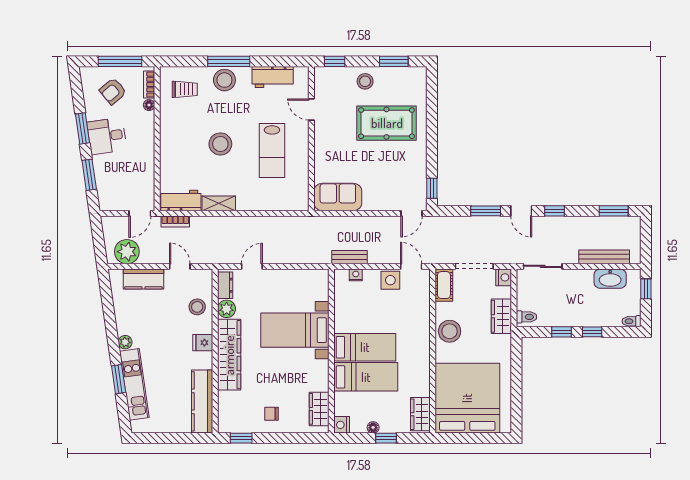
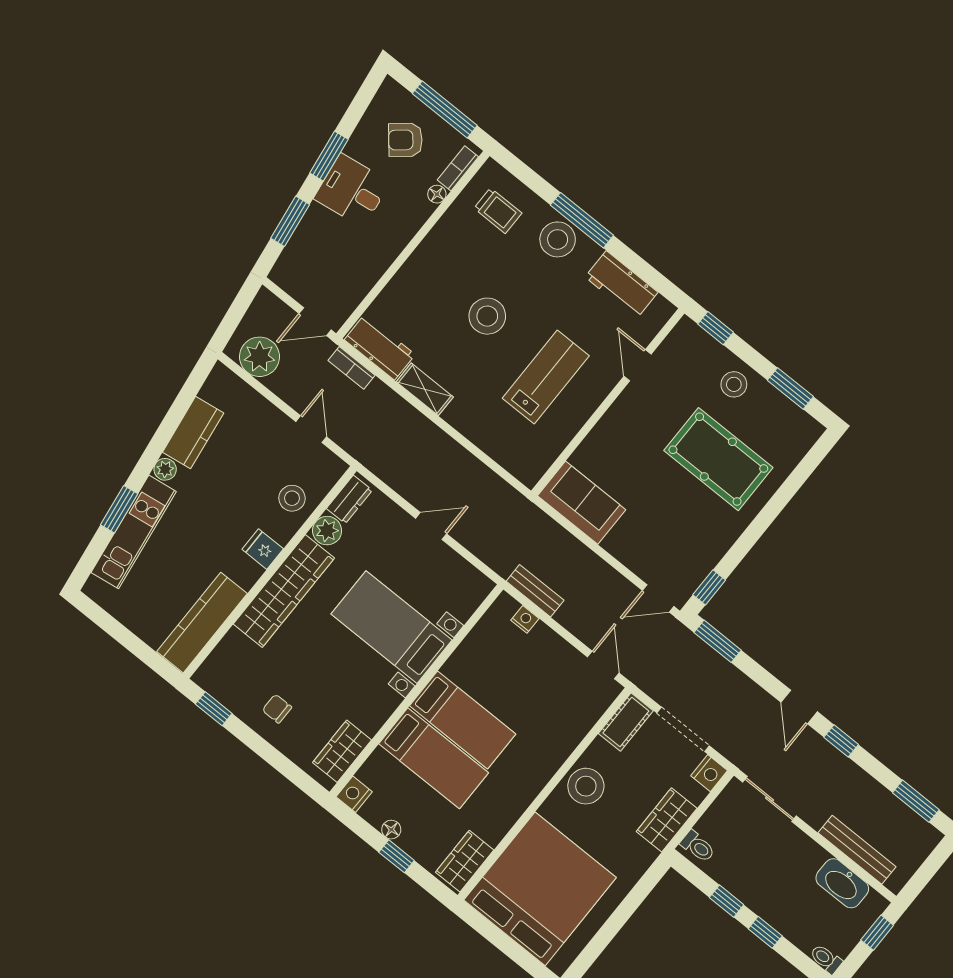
lab bench: (272, 151) -> (546, 377), turned 180
window: (486, 211) -> (718, 641), moved
door: (252, 266) -> (431, 526), moved
kitchen counter: (143, 279) -> (193, 433), moved, turned -98
side table: (390, 280) -> (563, 661), removed

